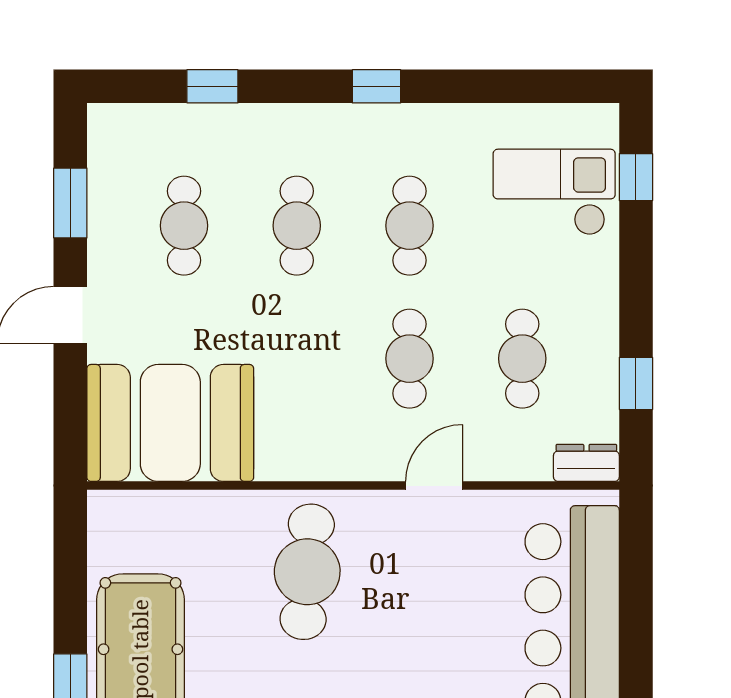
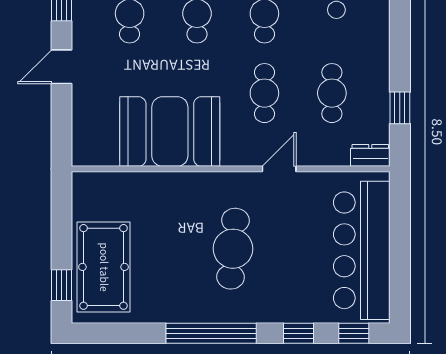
booth: (170, 423) -> (170, 132), moved
cafe table: (307, 572) -> (233, 249), moved

